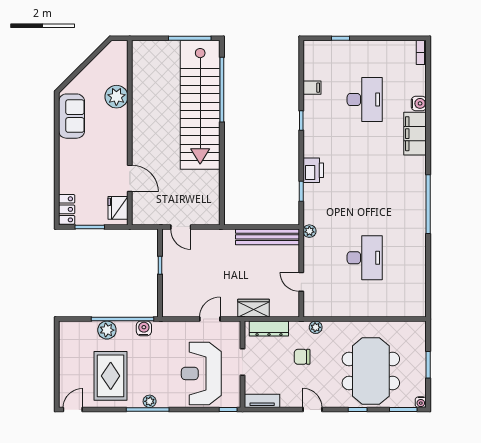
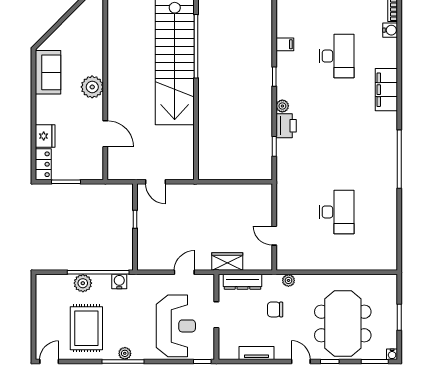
plant: (116, 97) -> (92, 87), moved
water cooler: (419, 103) -> (390, 30), moved
fridge: (118, 208) -> (45, 136), moved, turned 180
plant: (309, 231) -> (282, 106), moved
bench: (267, 237) -> (241, 191), removed
reception desk: (201, 373) -> (176, 326), turned 180
tv unit: (262, 401) -> (257, 353), moved
door: (312, 410) -> (301, 361), moved

